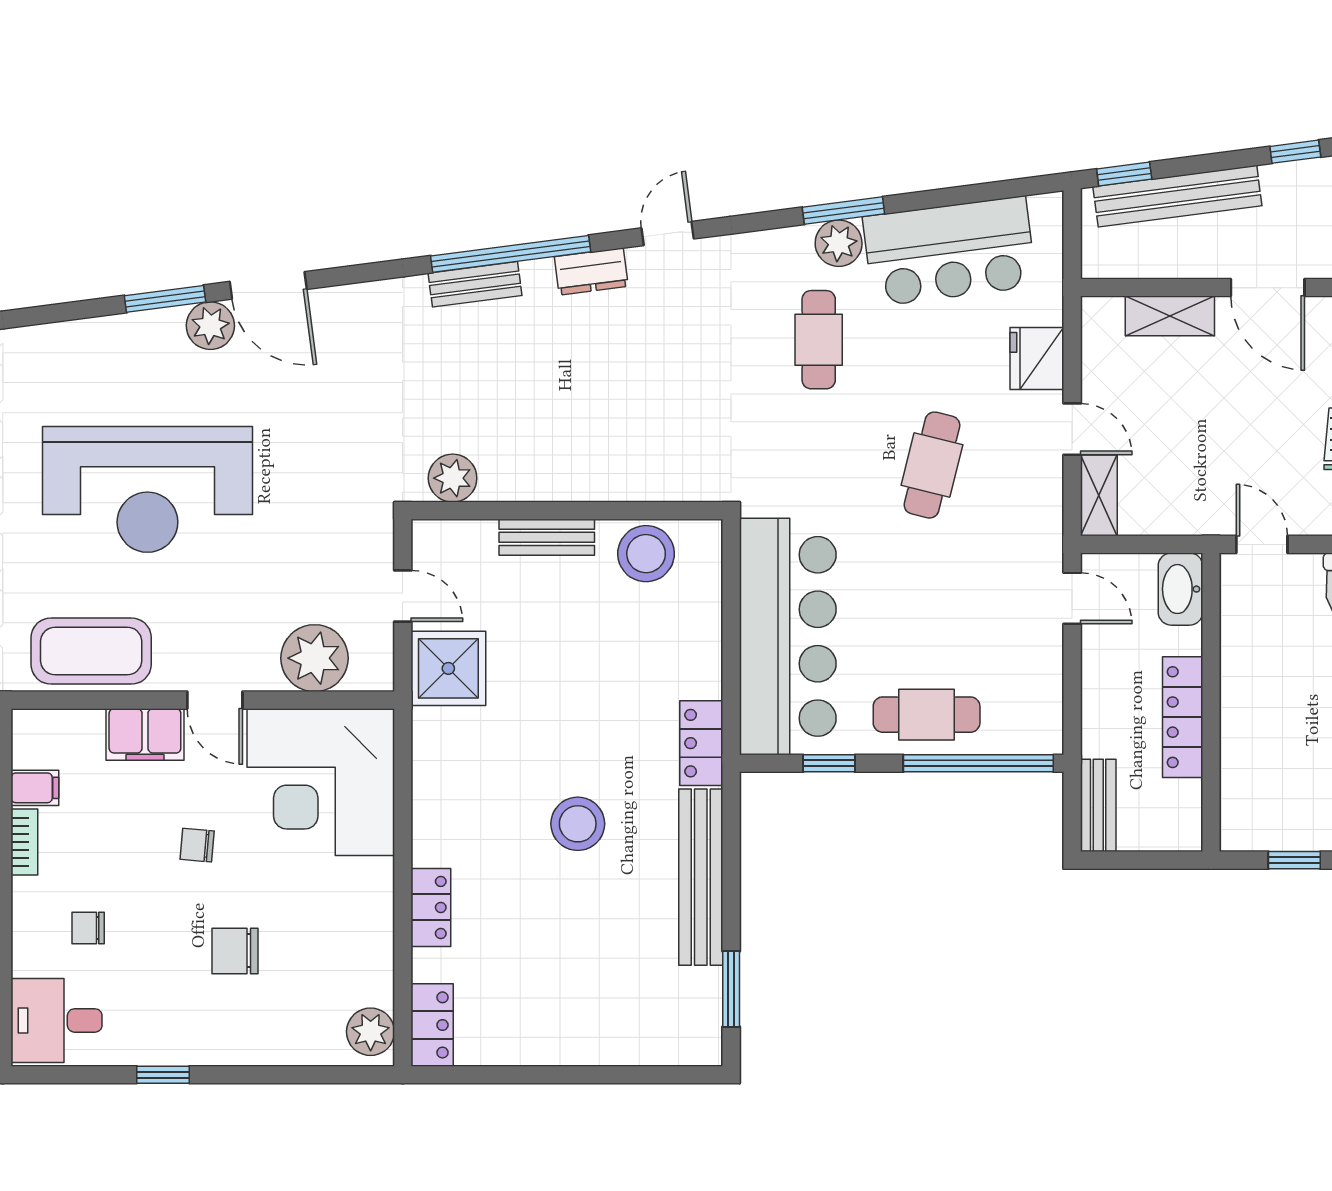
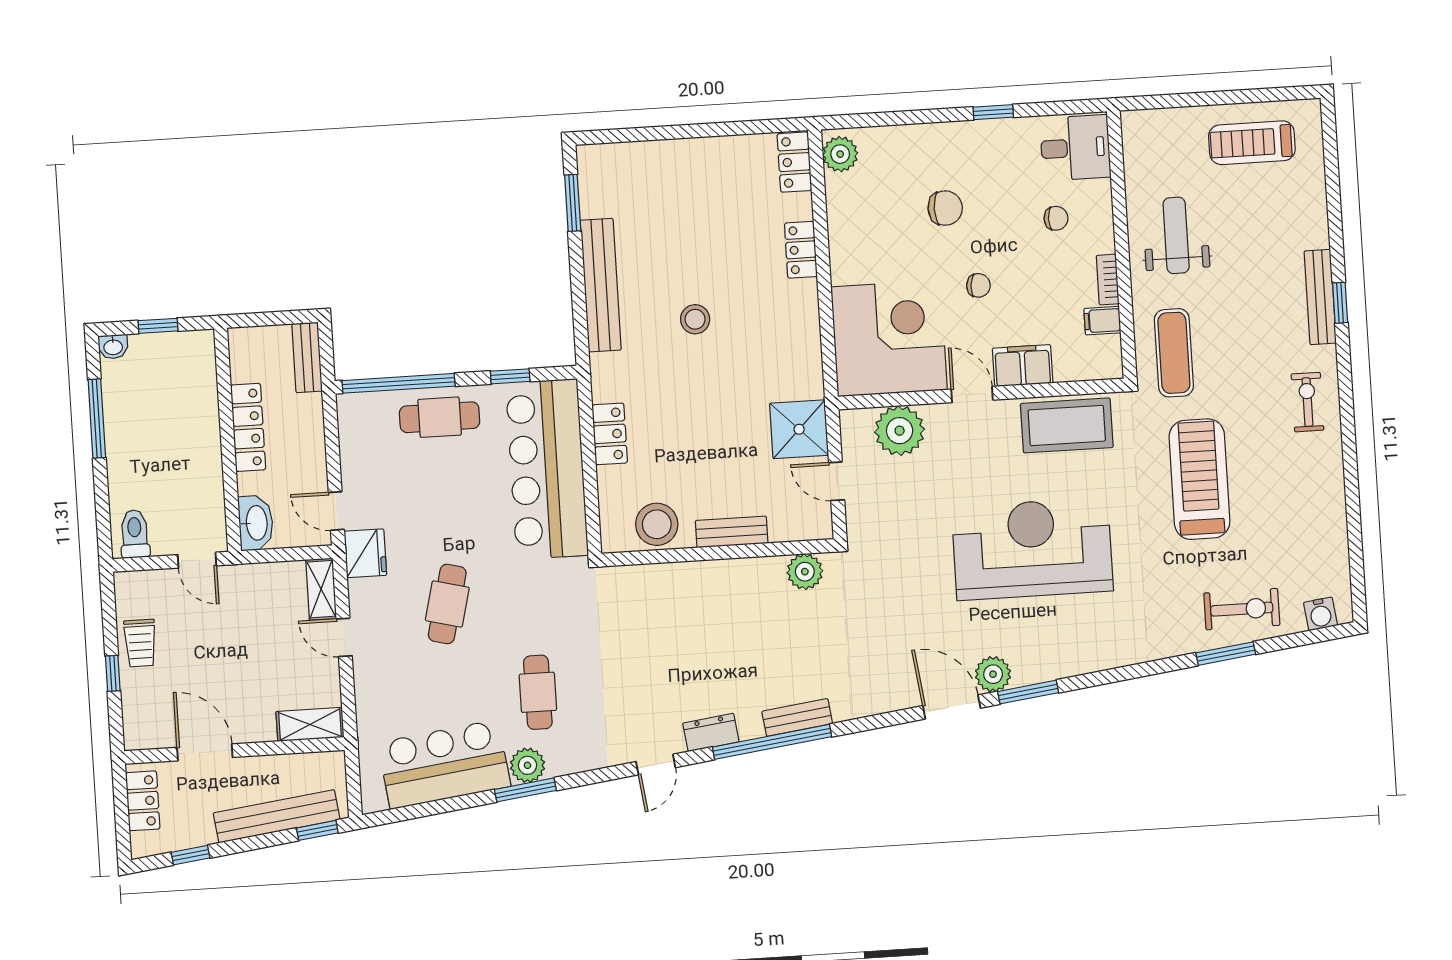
shelving: (1170, 316) -> (310, 724), moved
fridge: (1037, 359) -> (365, 553), moved
locker: (701, 743) -> (610, 434), moved
stool: (578, 824) -> (695, 319), width x0.73, depth x0.73

